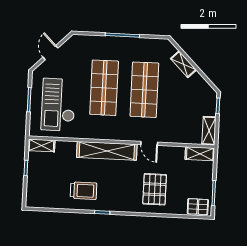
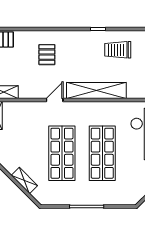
door: (149, 143) -> (55, 100), hinge flipped
pallet: (155, 189) -> (47, 55), width x0.67, depth x0.71

